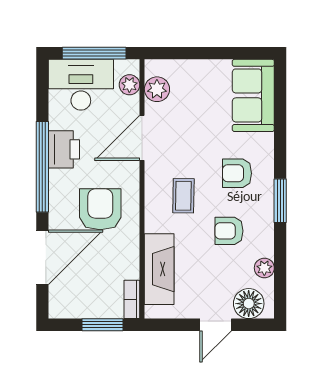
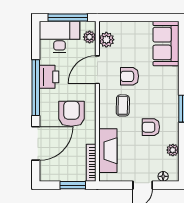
armchair: (237, 173) -> (130, 76), moved
bookcase: (132, 299) -> (91, 163), width x1.56
floor lamp: (249, 304) -> (163, 176), width x0.53, depth x0.53

